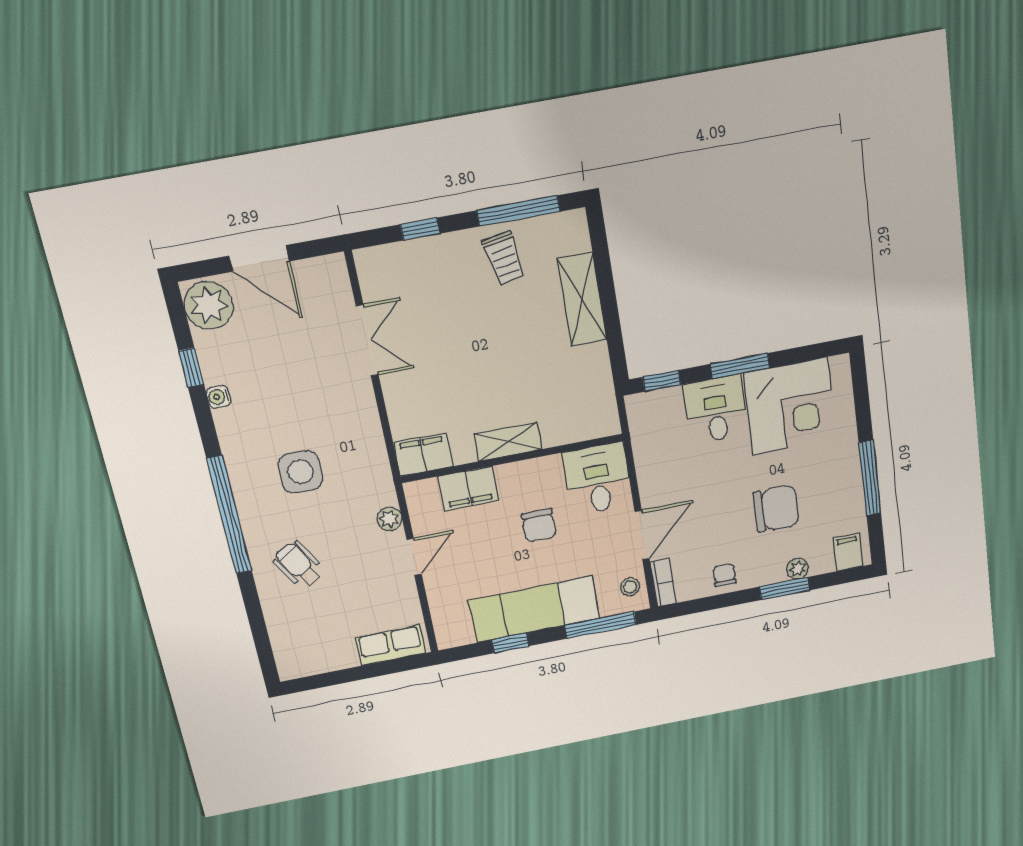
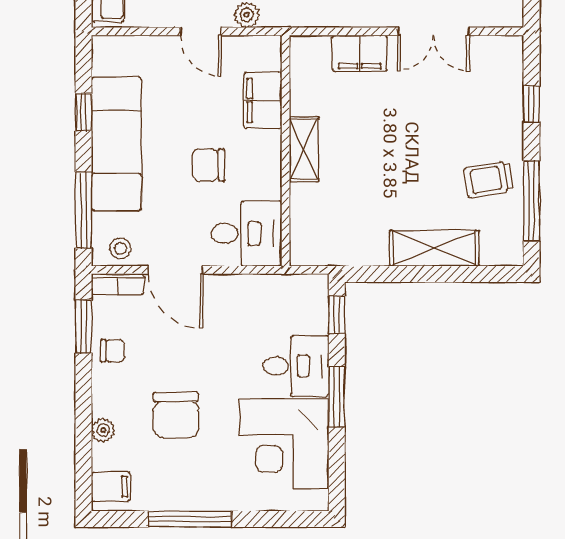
filing cabinet: (423, 455) -> (360, 53), moved, turned 90
window: (784, 588) -> (84, 327), moved

